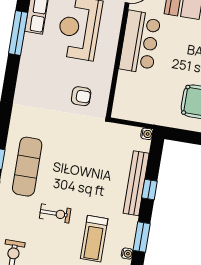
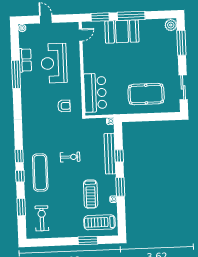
bar counter: (140, 42) -> (95, 93), moved
exercise mat: (27, 167) -> (40, 173), moved
exercise bike: (55, 214) -> (70, 157), moved

